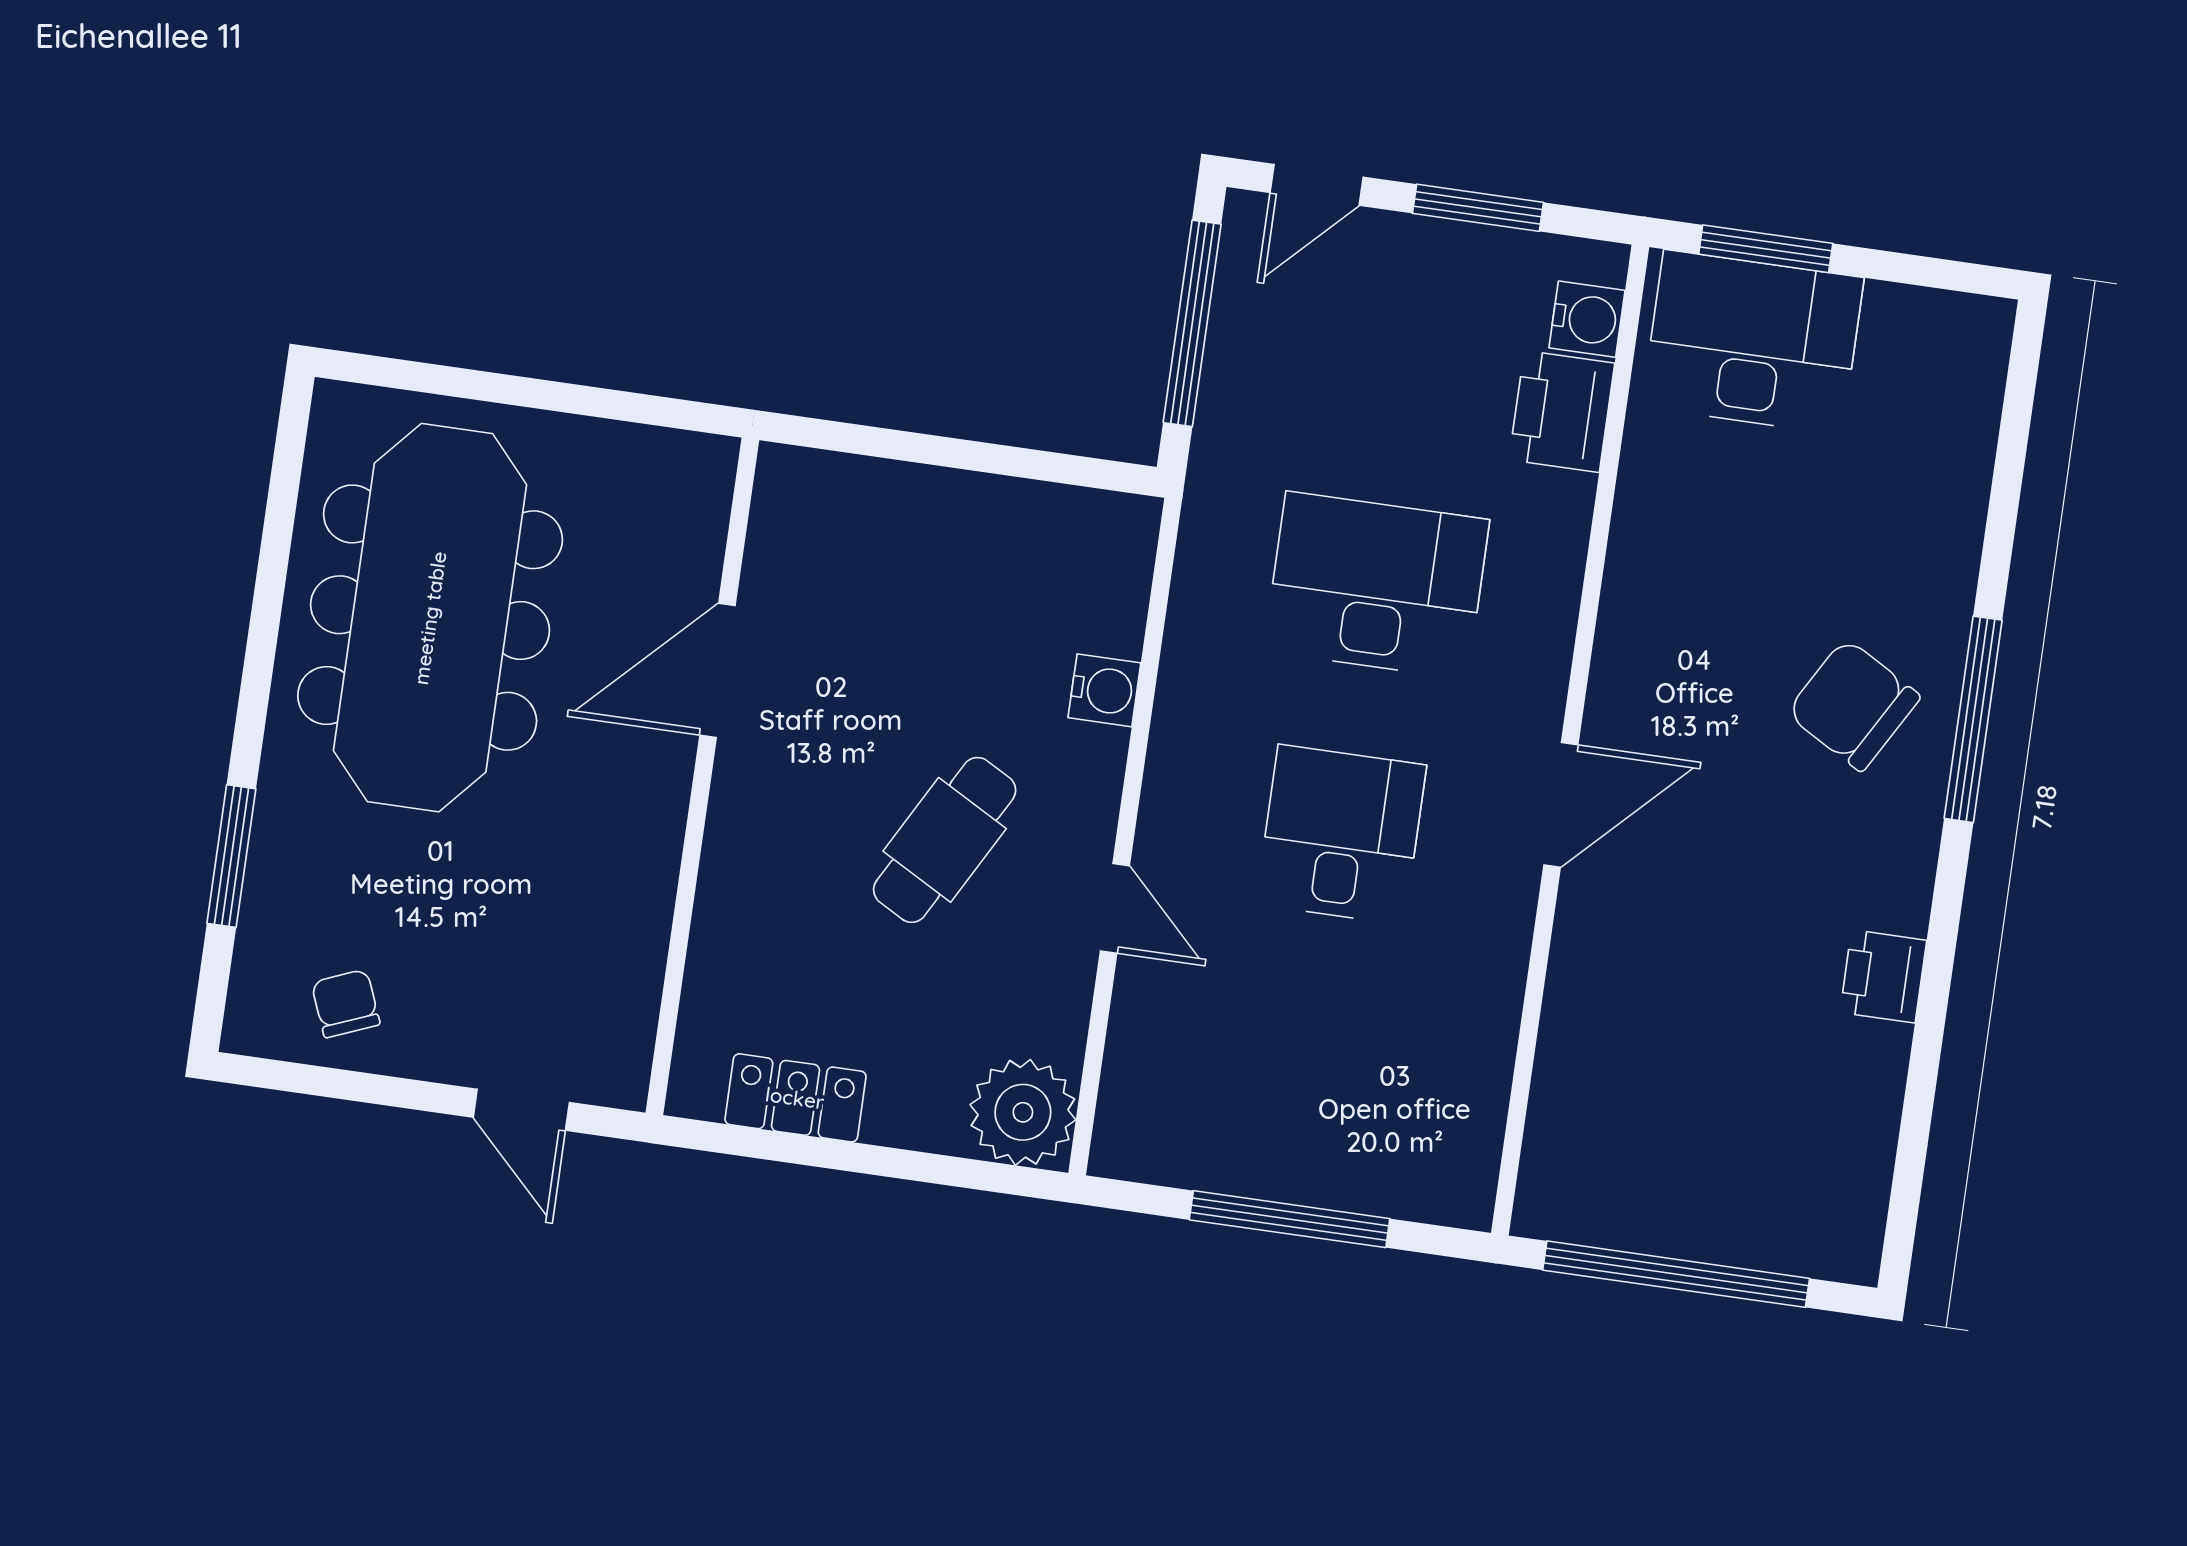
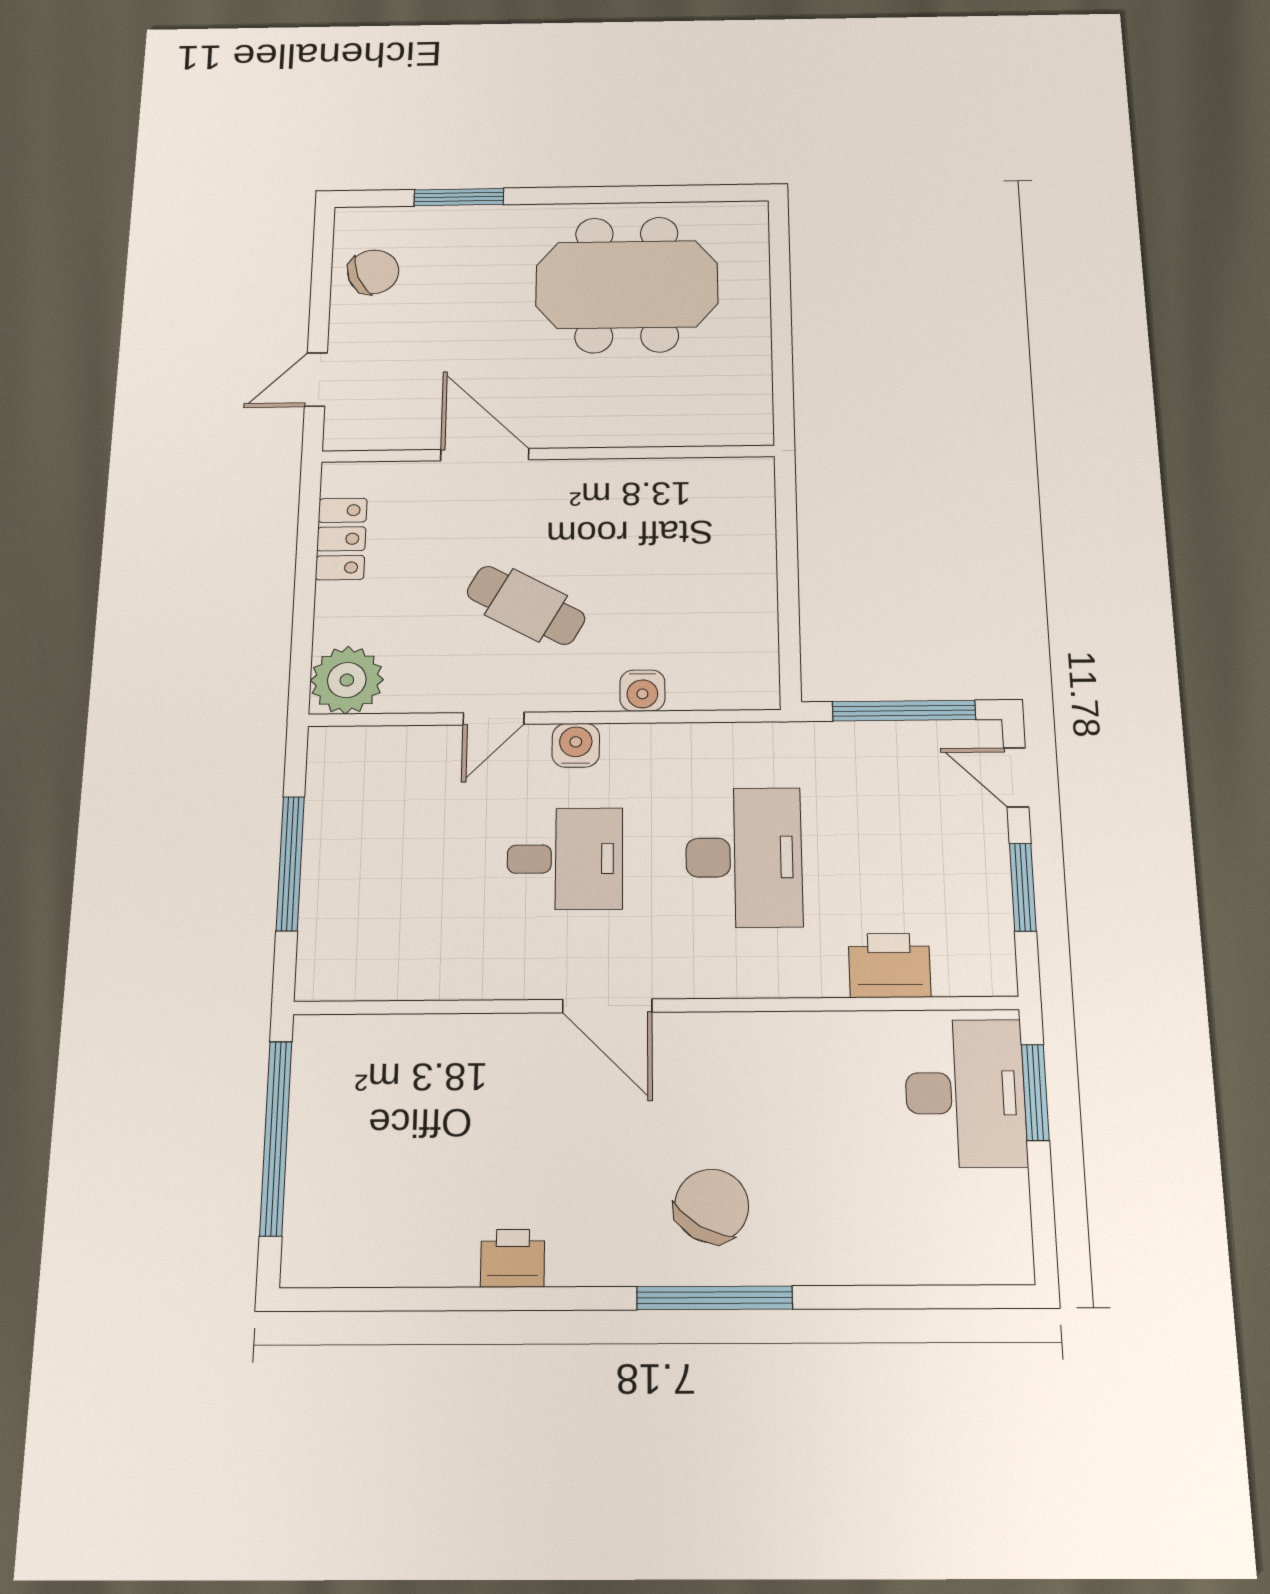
water cooler: (1587, 319) -> (576, 745), moved, turned 180
meeting table: (430, 618) -> (627, 285), width x0.73
door: (717, 670) -> (485, 455), moved
chair: (346, 1004) -> (373, 272), width x1.37, depth x1.37

